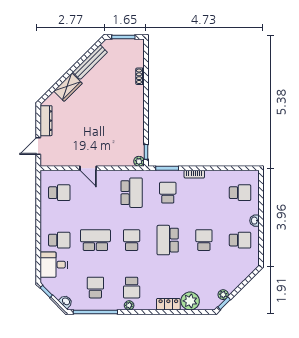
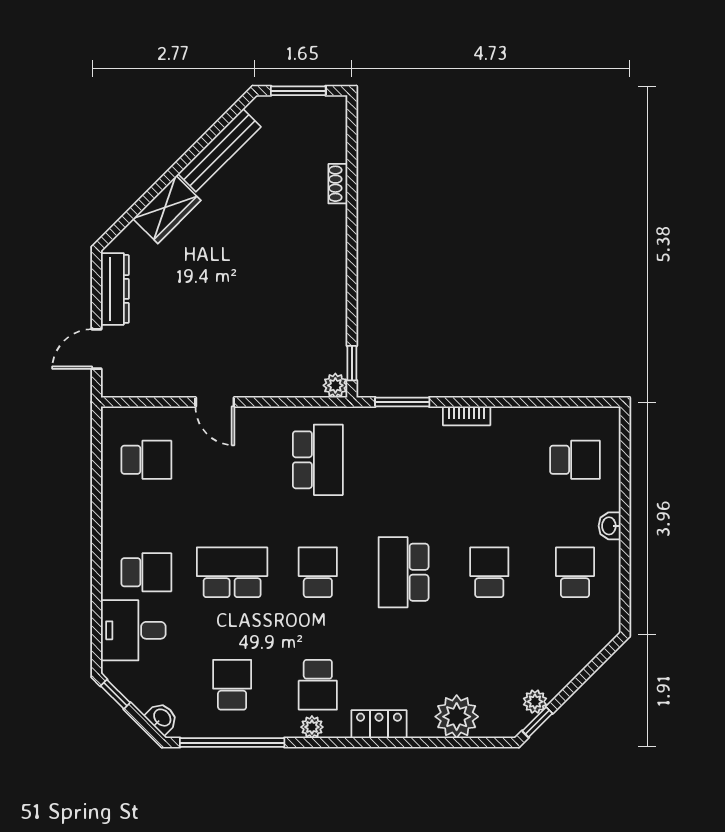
school desk: (168, 193) -> (404, 460), removed
school desk: (240, 240) -> (575, 572), turned -90
locker: (168, 304) -> (379, 724), moved

